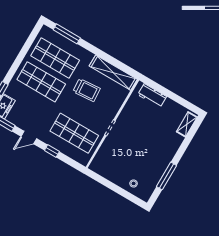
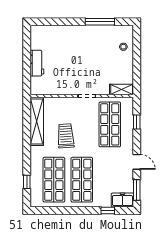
window: (67, 34) -> (27, 182), width x0.46
workbench: (152, 96) -> (37, 63), moved
shelving: (187, 124) -> (122, 89), moved
window: (52, 151) -> (137, 122), moved

